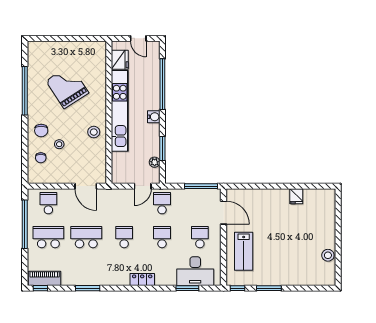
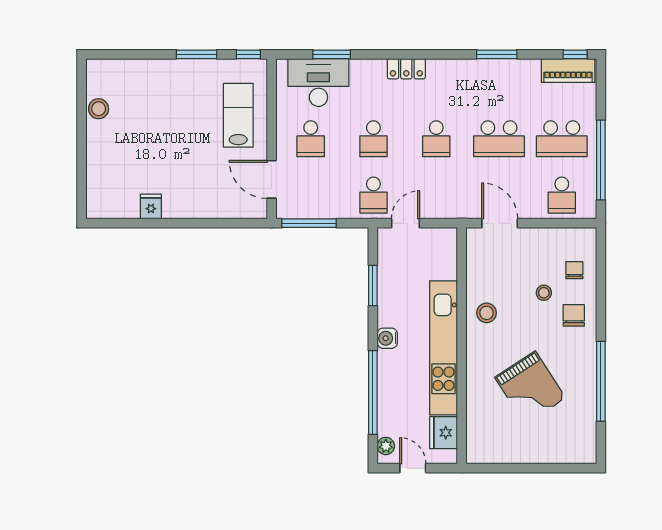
plant: (155, 162) -> (386, 446), moved

